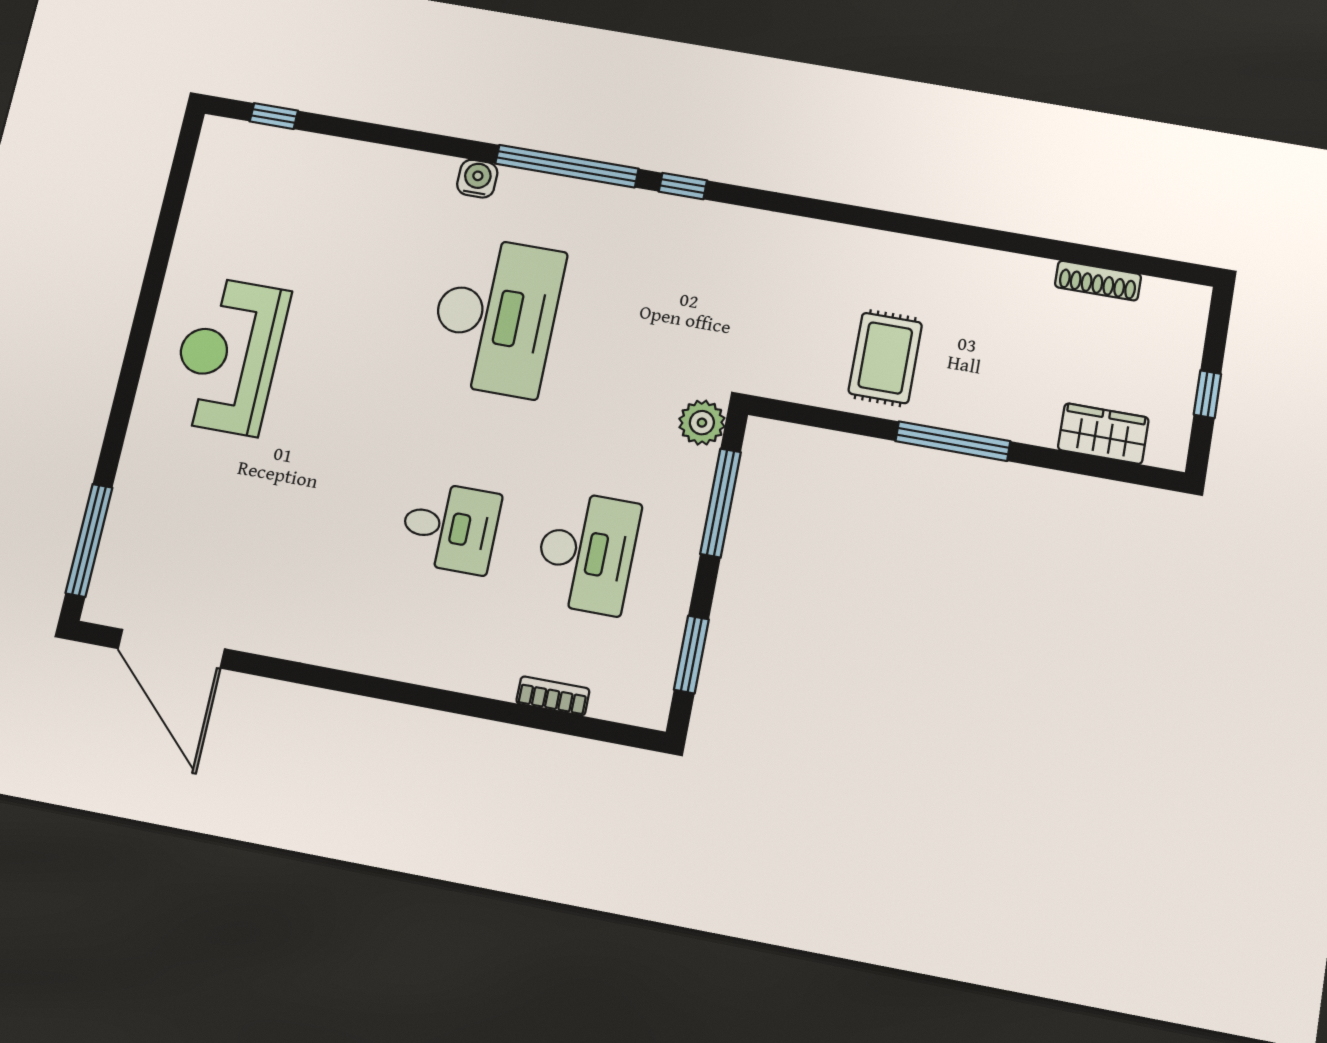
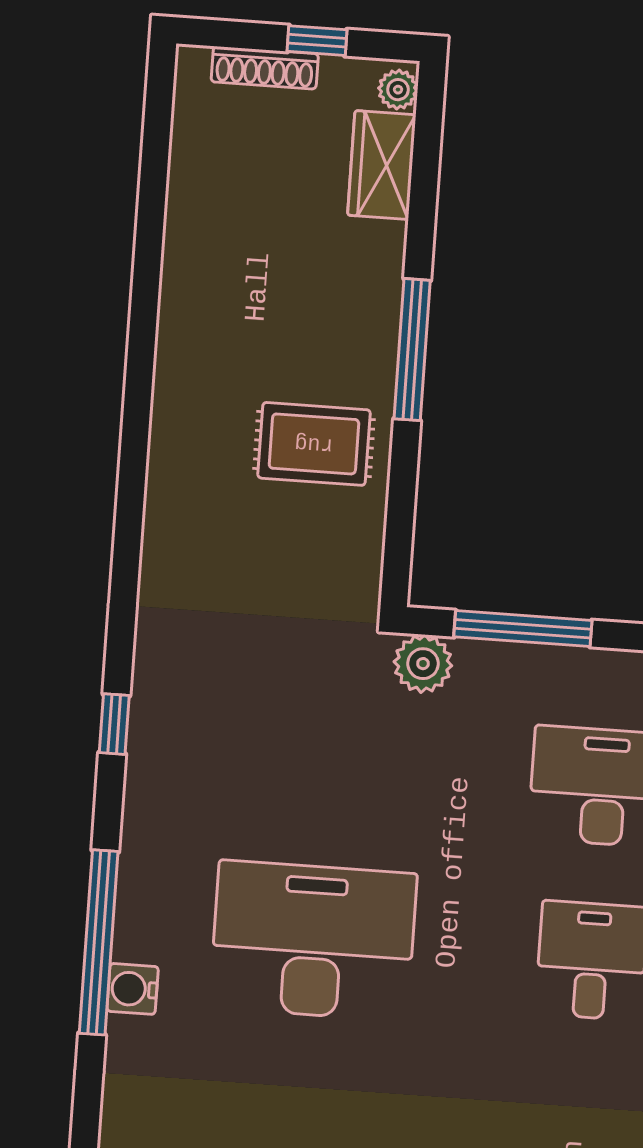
window: (567, 166) -> (99, 942), moved
shoe rack: (1098, 281) -> (265, 68), moved, turned 90
plant: (1163, 453) -> (398, 90), added

